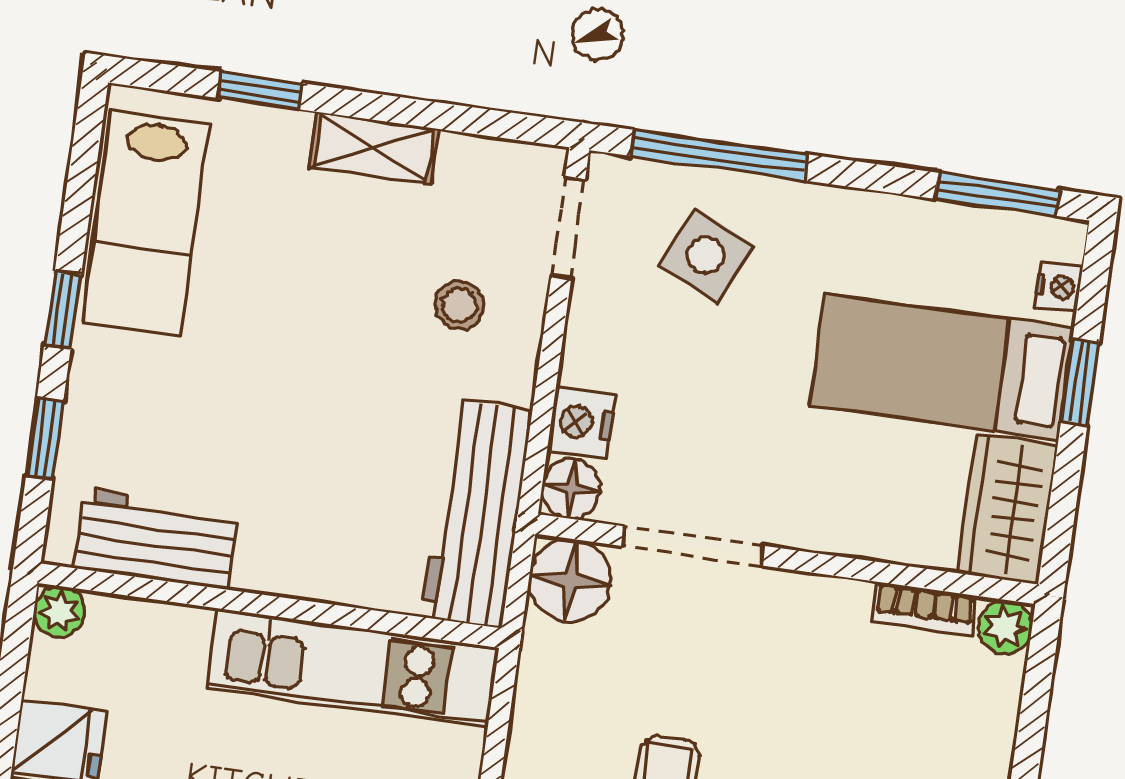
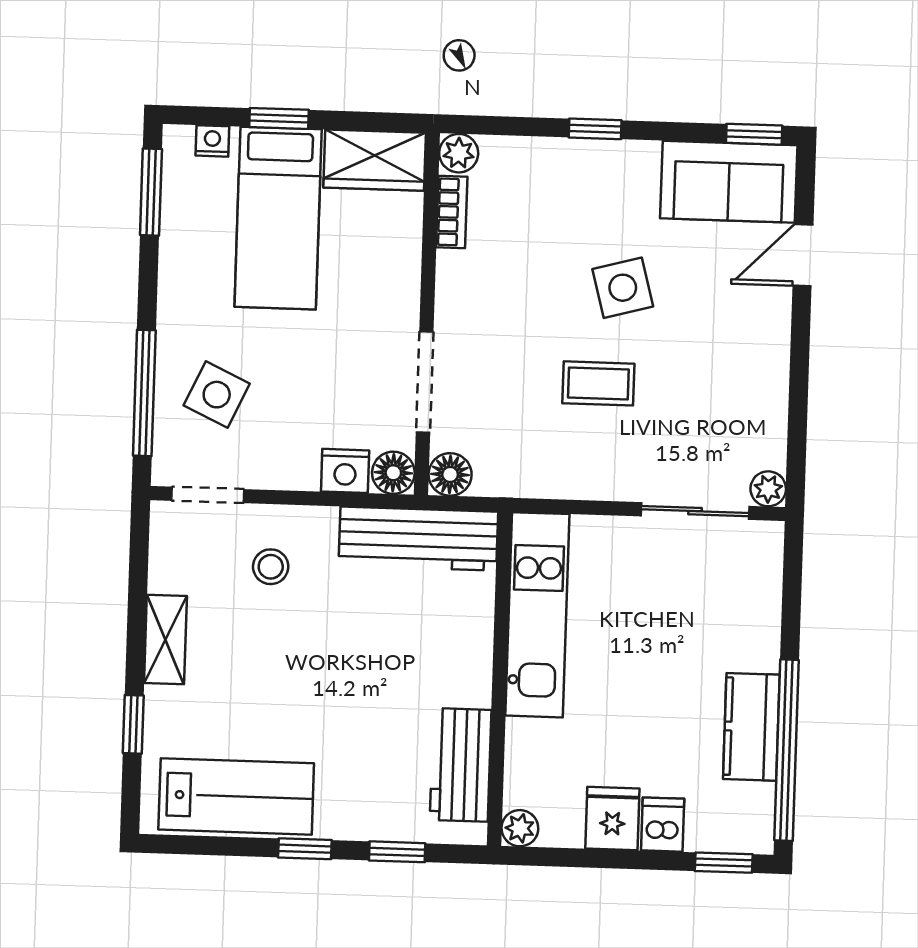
floor lamp: (570, 580) -> (450, 474), width x0.73, depth x0.73

